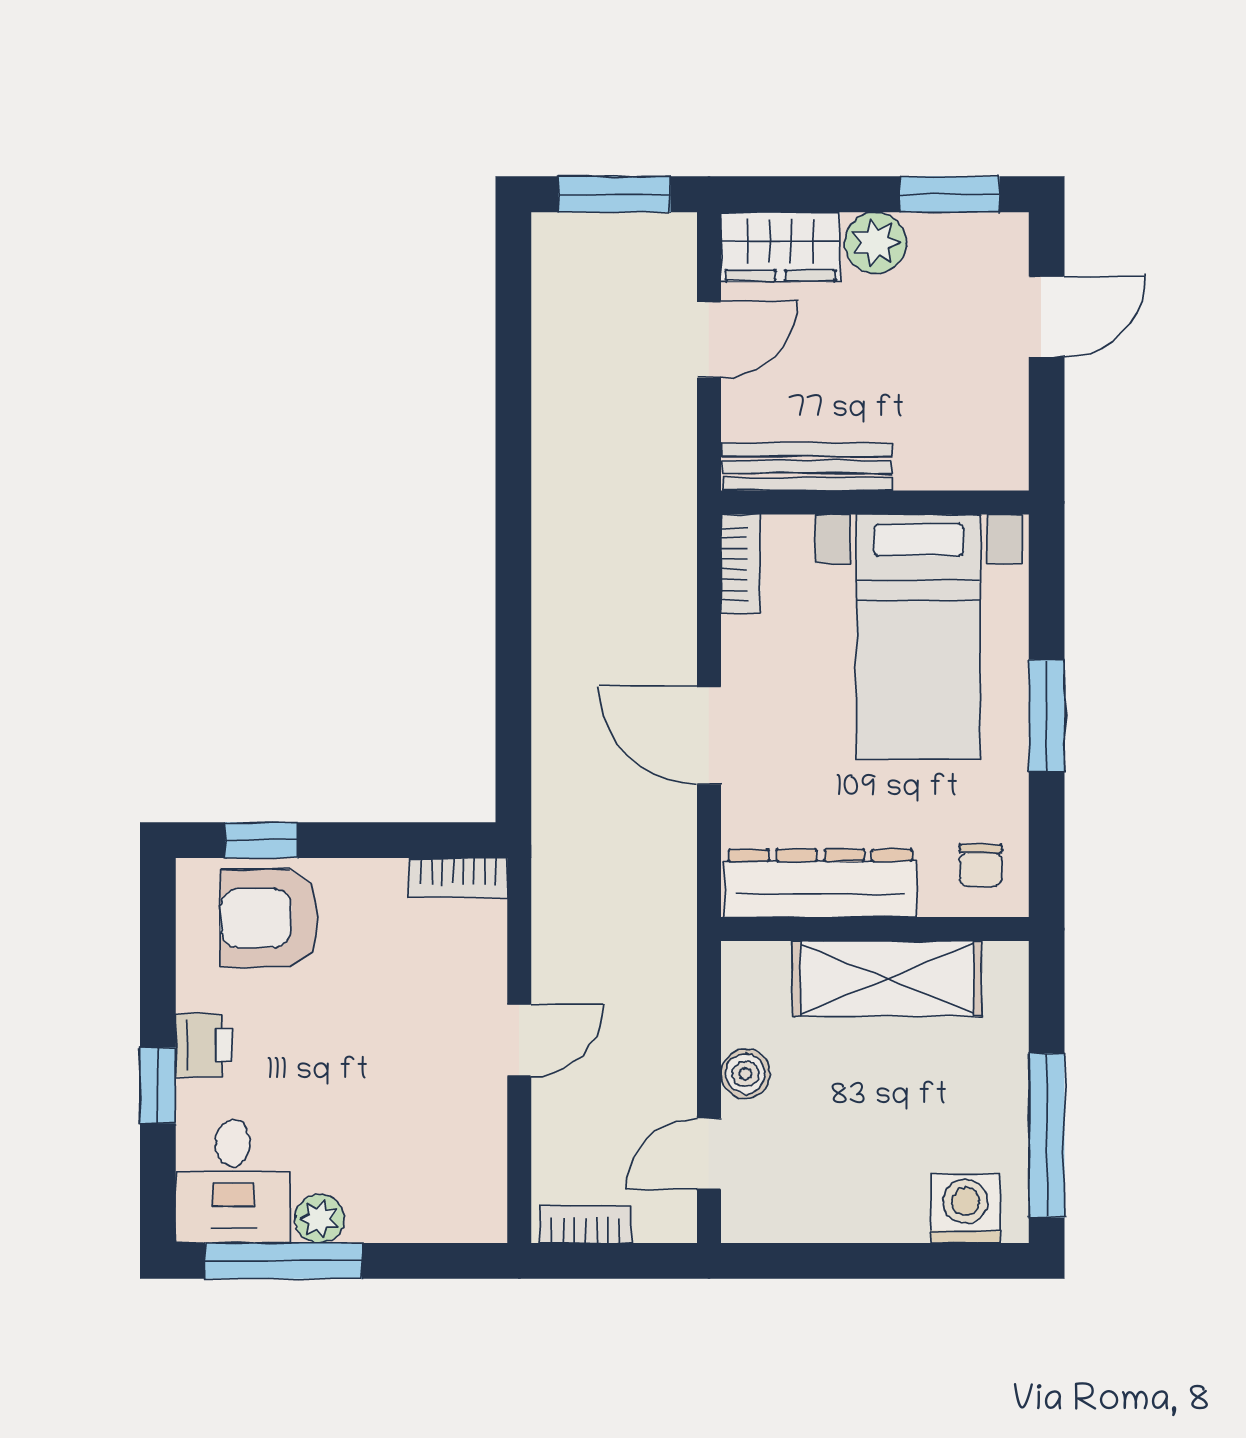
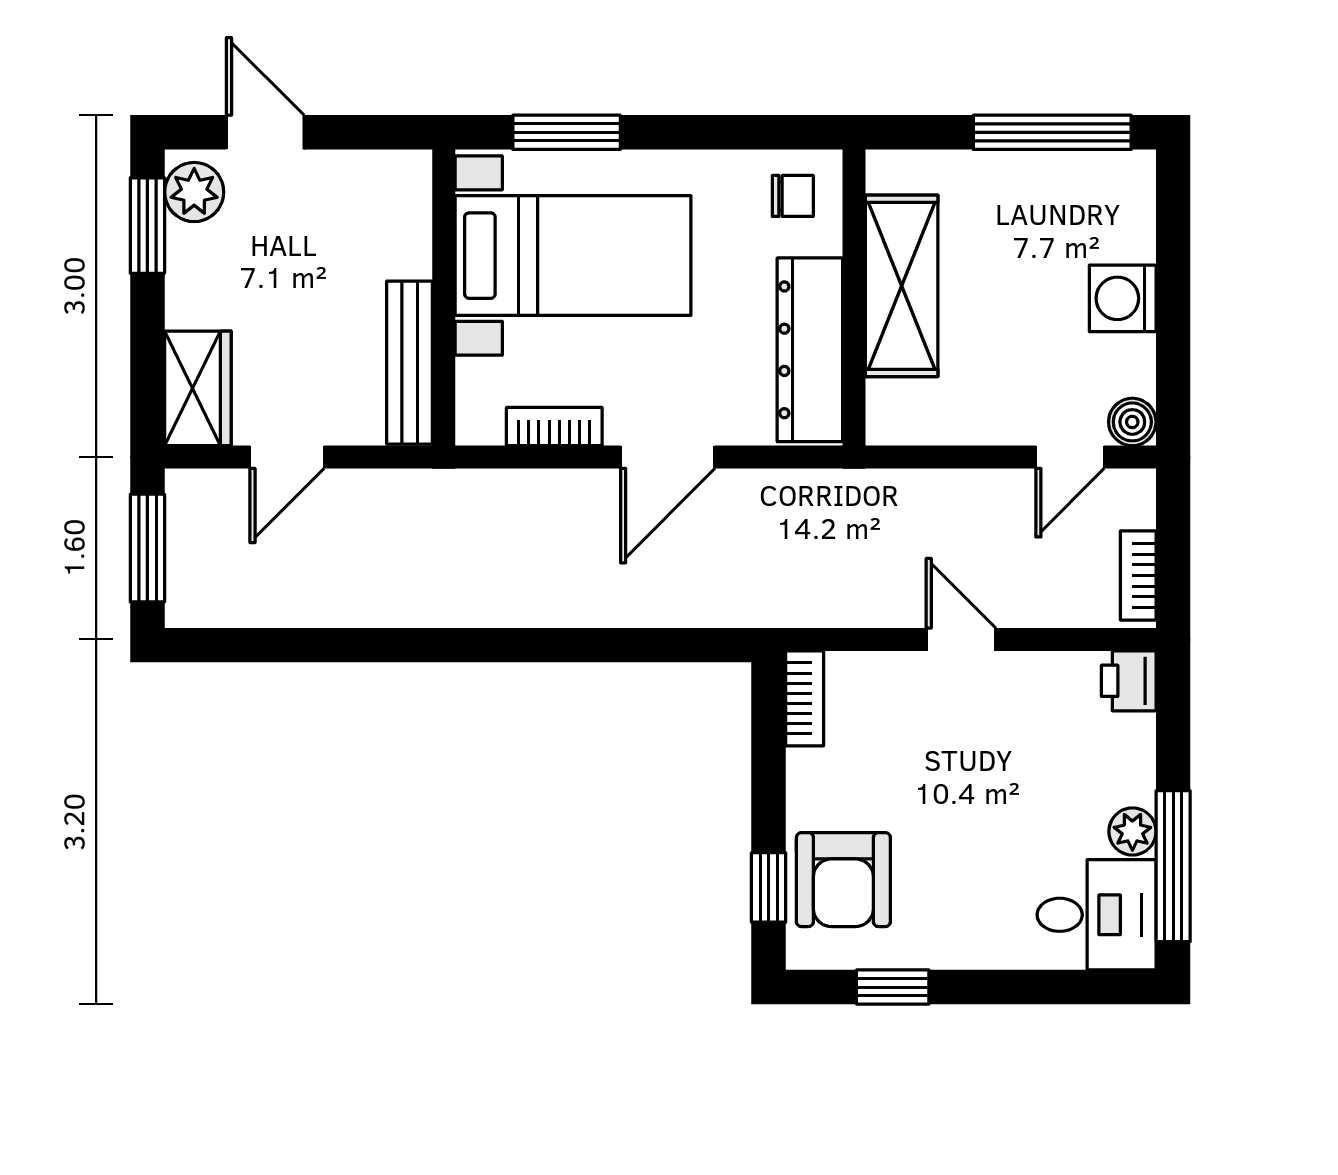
plant: (876, 243) -> (194, 192), moved
door: (709, 339) -> (287, 457), swing flipped
bookcase: (741, 564) -> (554, 427), moved
window: (1047, 716) -> (567, 132), moved
printer: (204, 1045) -> (1129, 681), moved, turned -90
boiler: (745, 1074) -> (1132, 422), moved
window: (158, 1085) -> (893, 987), moved
door: (709, 1154) -> (1070, 457), hinge flipped
washing machine: (966, 1208) -> (1123, 298), moved

